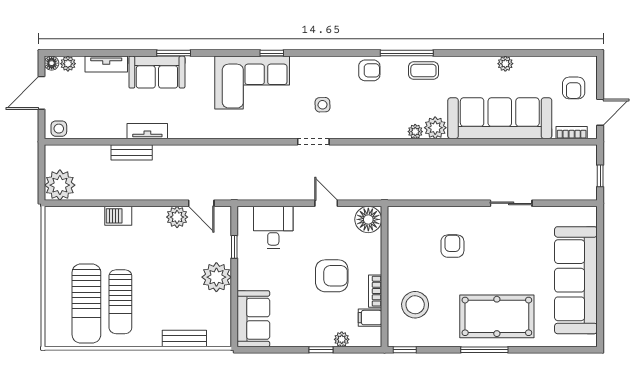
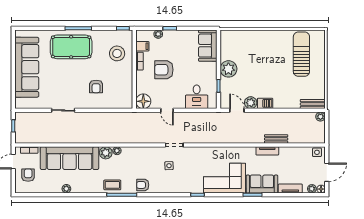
corner sofa: (252, 83) -> (224, 178), moved
plant: (60, 185) -> (320, 117), width x0.53, depth x0.53
barbecue: (118, 216) -> (265, 103), moved
sun lounger: (120, 302) -> (282, 55), removed
bench: (184, 338) -> (313, 104), moved

